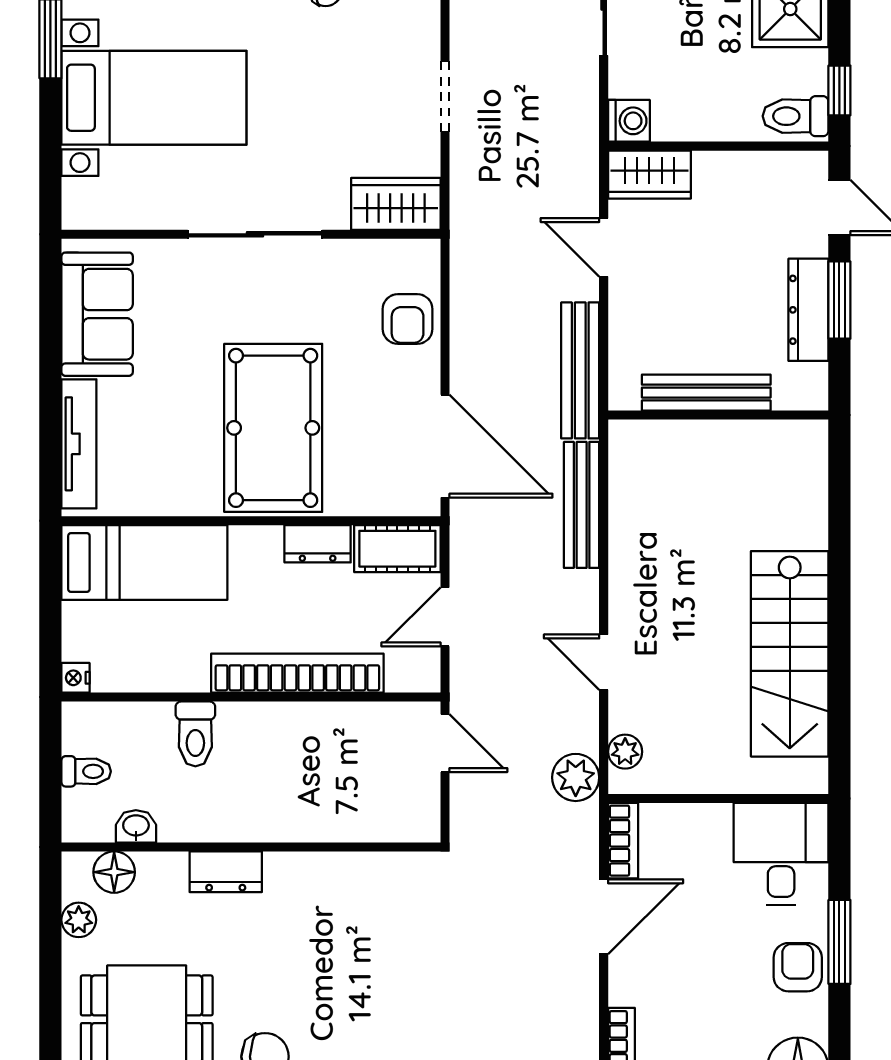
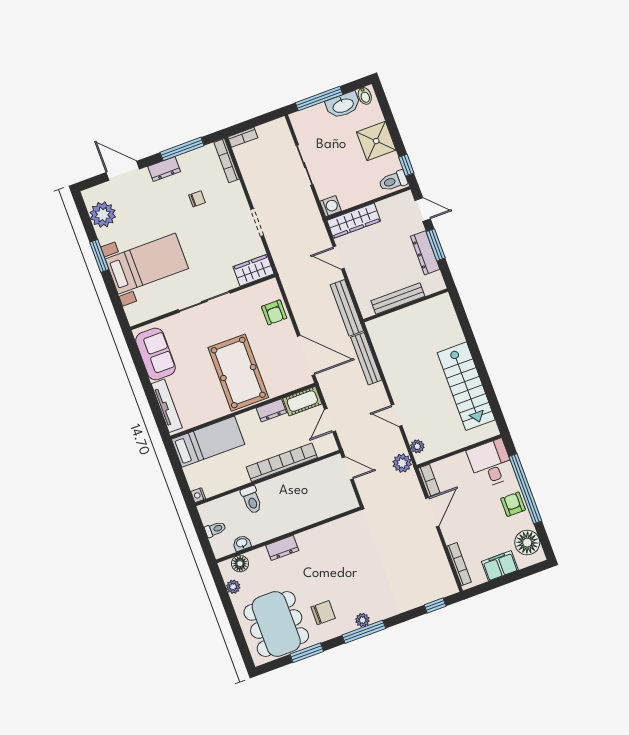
wardrobe: (649, 175) -> (354, 221), width x1.50
window: (839, 942) -> (525, 489), width x2.11

